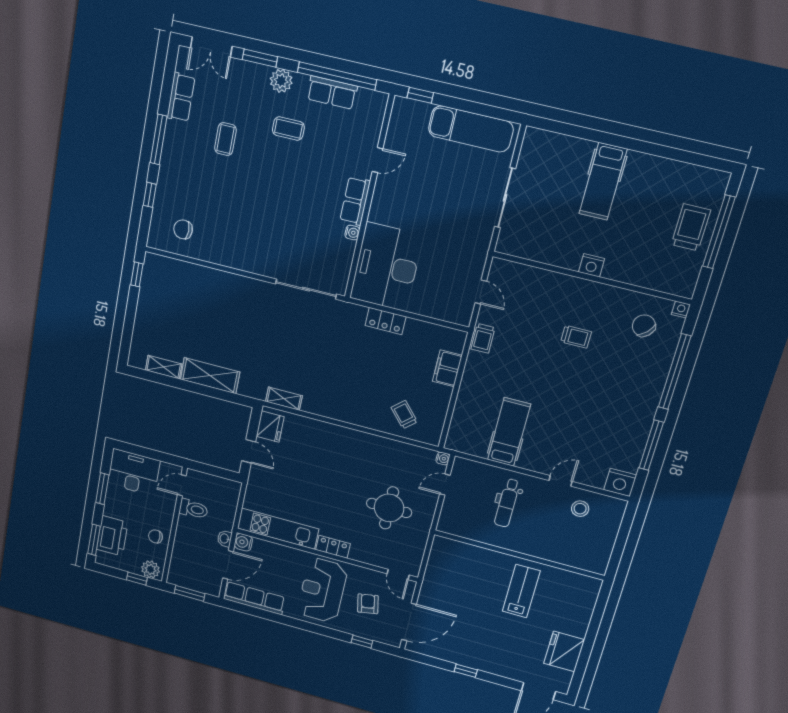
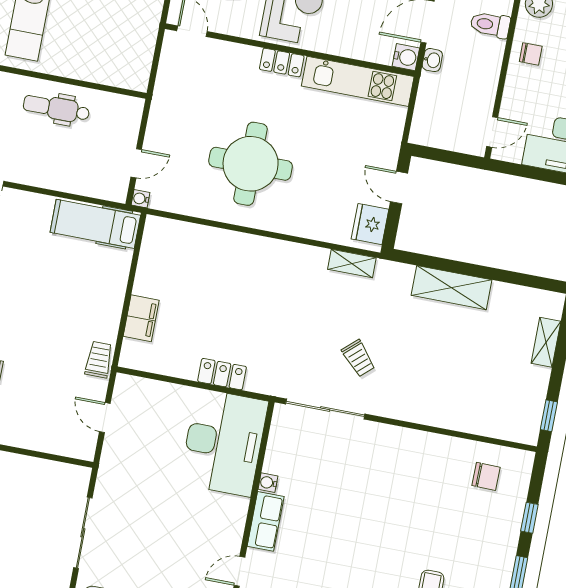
shelving: (164, 367) -> (546, 342), moved, turned 90
trolley: (404, 415) -> (358, 358), moved
hospital bed: (509, 432) -> (95, 224), moved, turned 90
dental chair: (507, 503) -> (56, 108), moved, turned -90
round table: (389, 508) -> (251, 164), moved, width x1.36, depth x1.36
toilet: (193, 509) -> (490, 25), moved

